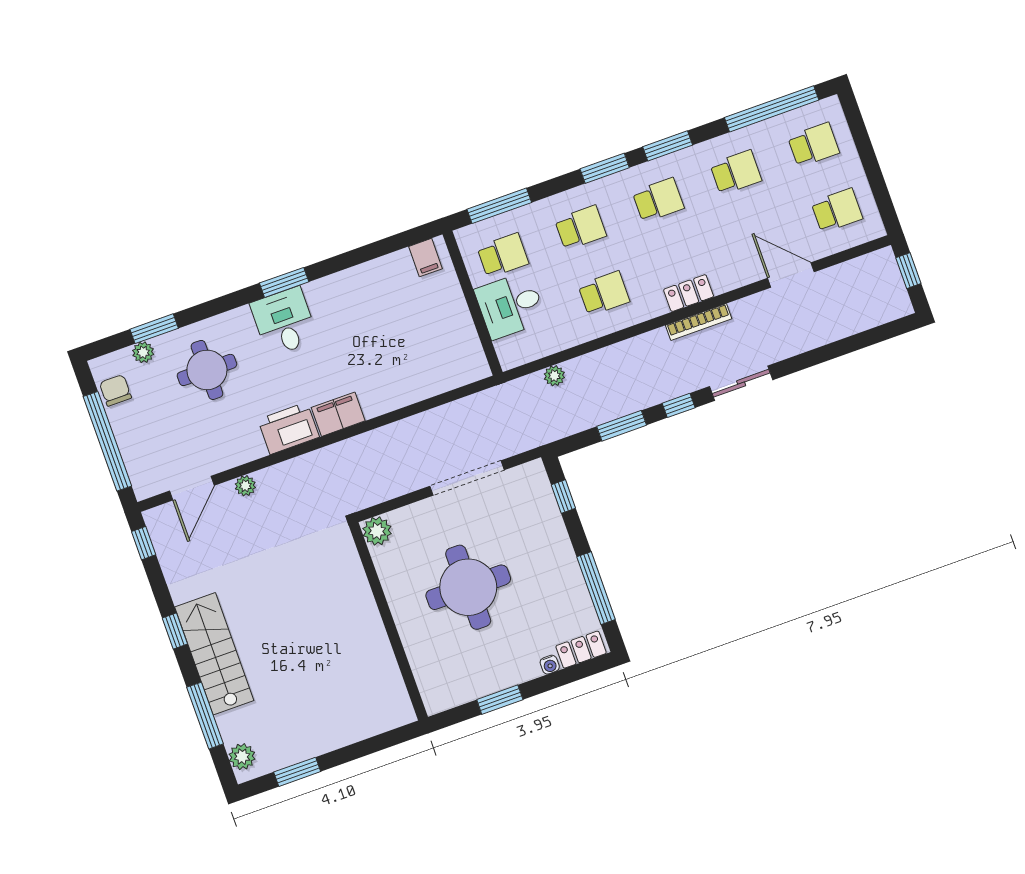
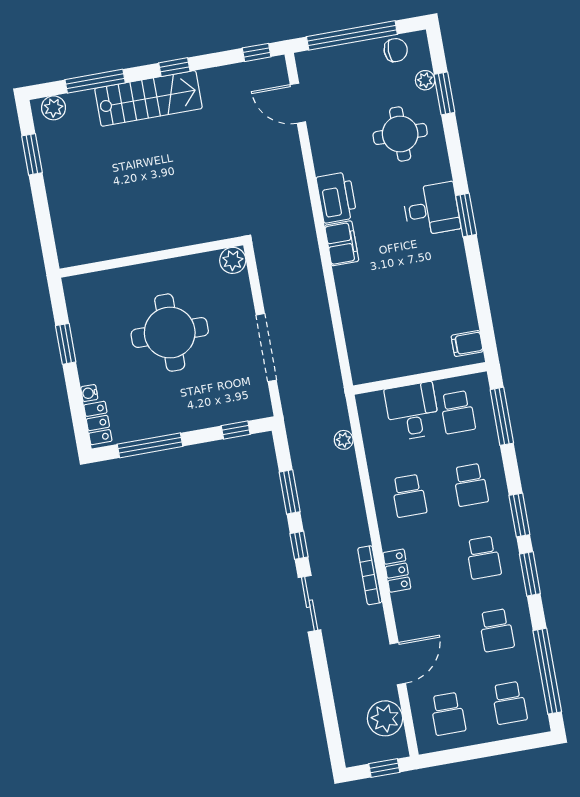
plant: (245, 486) -> (385, 718), moved, width x1.87, depth x1.87

